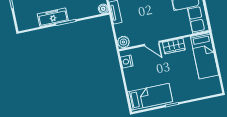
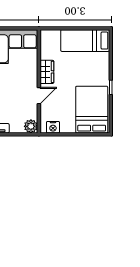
bed: (204, 56) -> (85, 41), moved, turned 180
bed: (150, 97) -> (92, 110), width x1.50

